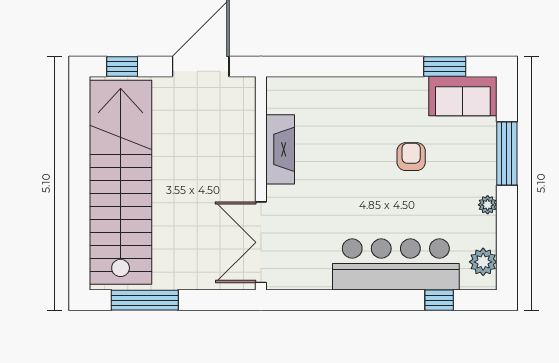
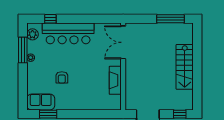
window: (507, 154) -> (23, 50), moved
stairs: (121, 182) -> (185, 67), width x0.54, depth x0.66
double door: (261, 242) -> (123, 42), swing flipped

